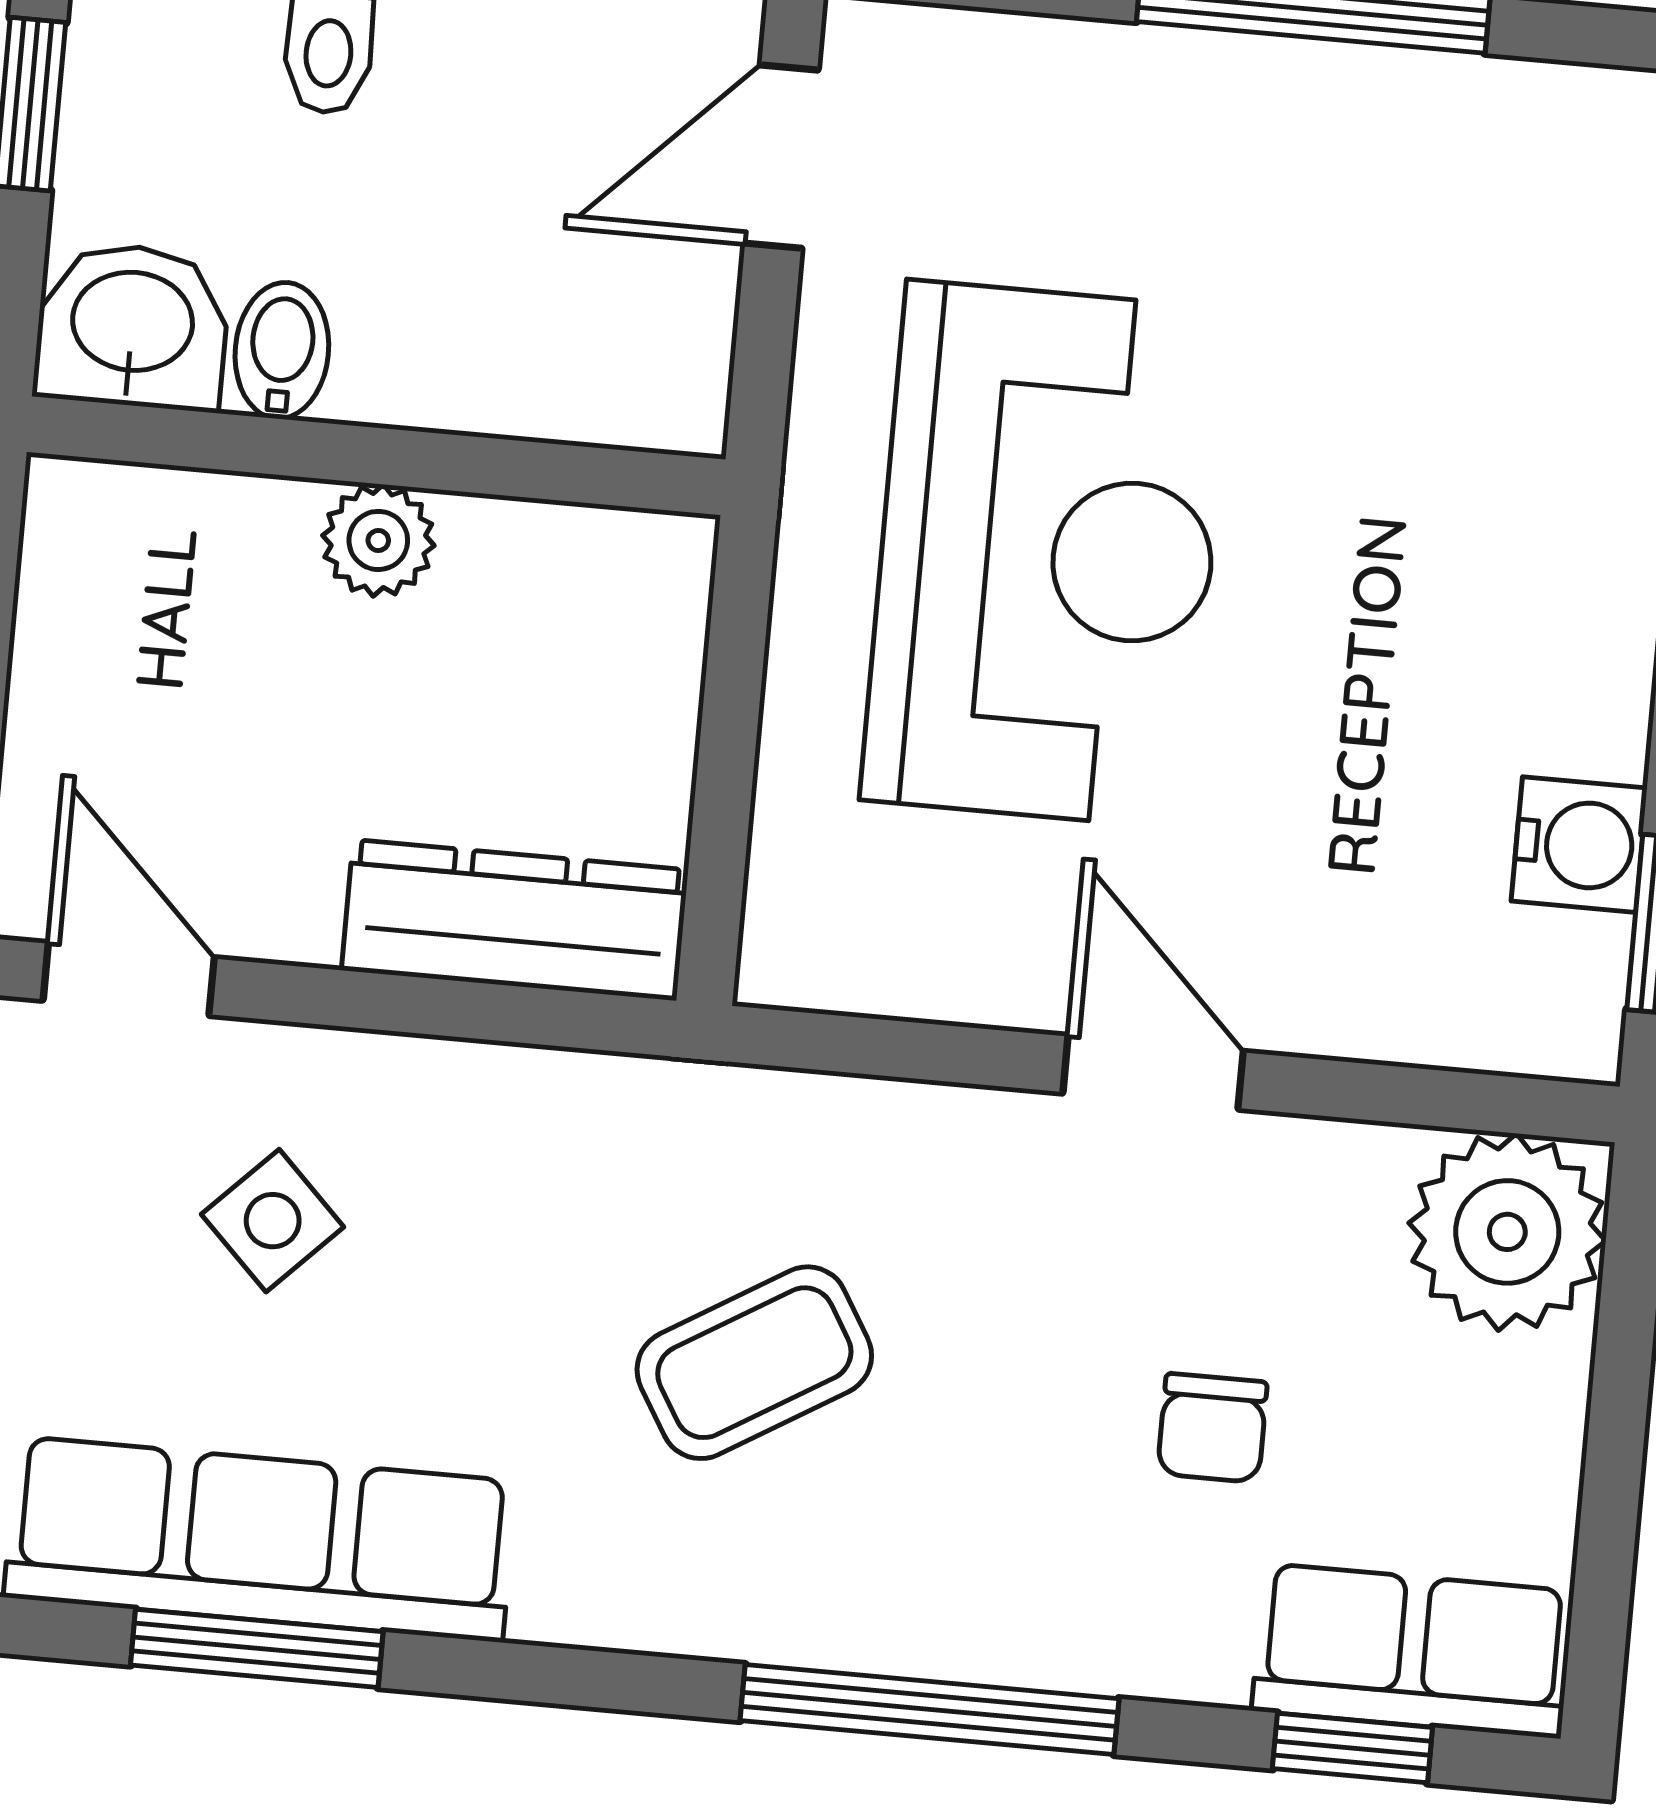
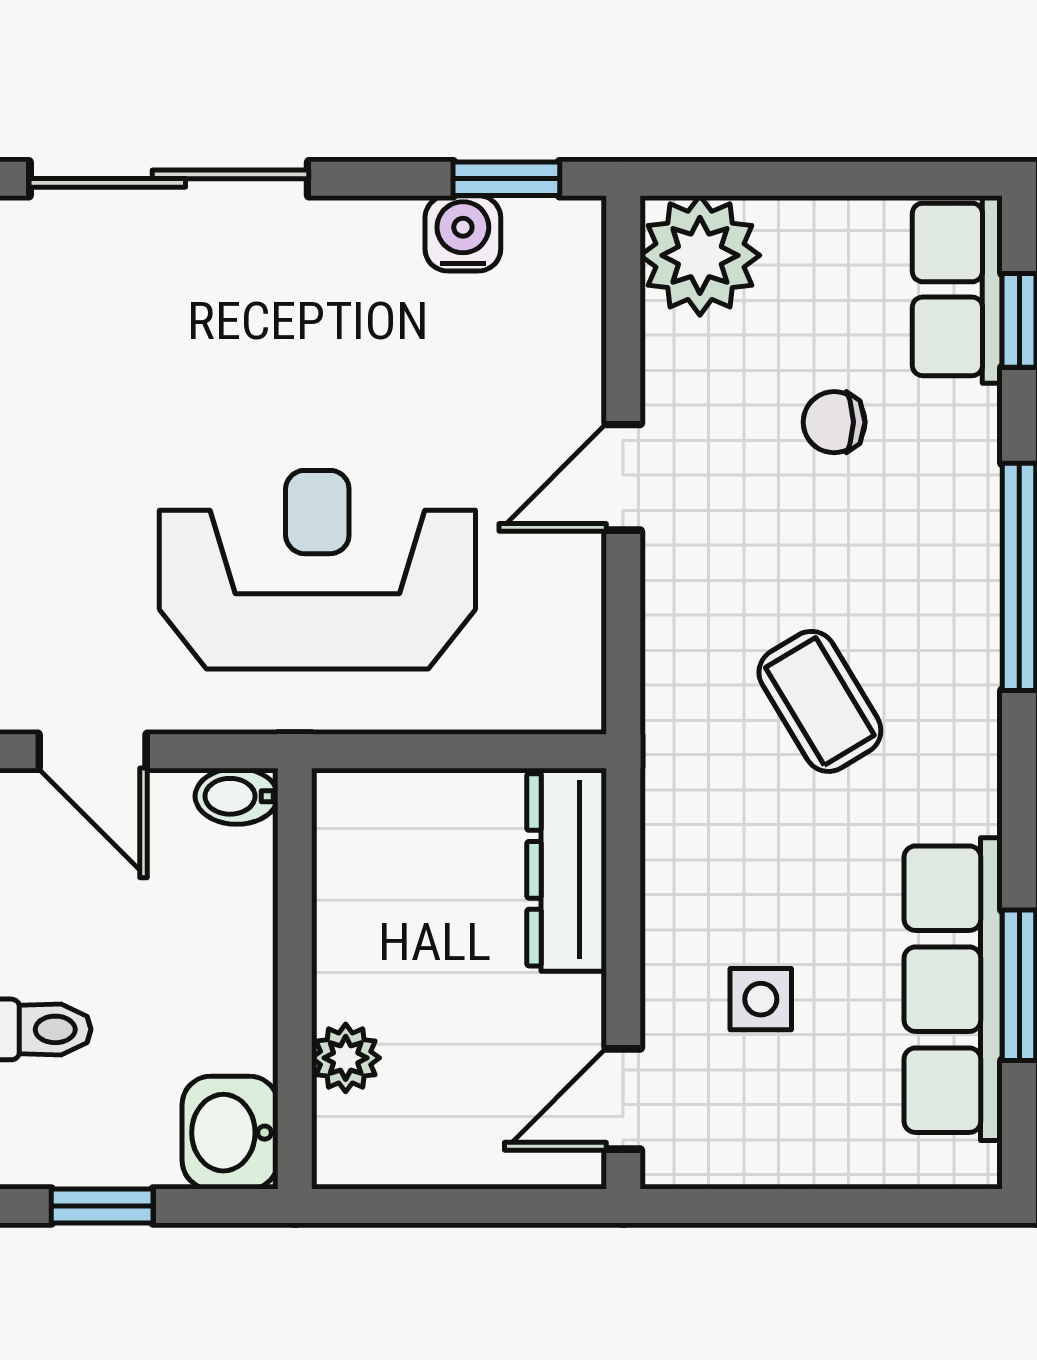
bidet: (282, 351) -> (237, 796), moved
plant: (378, 540) -> (346, 1058), moved
side table: (273, 1221) -> (761, 999), turned 45
chair: (1212, 1428) -> (834, 422), turned 180

